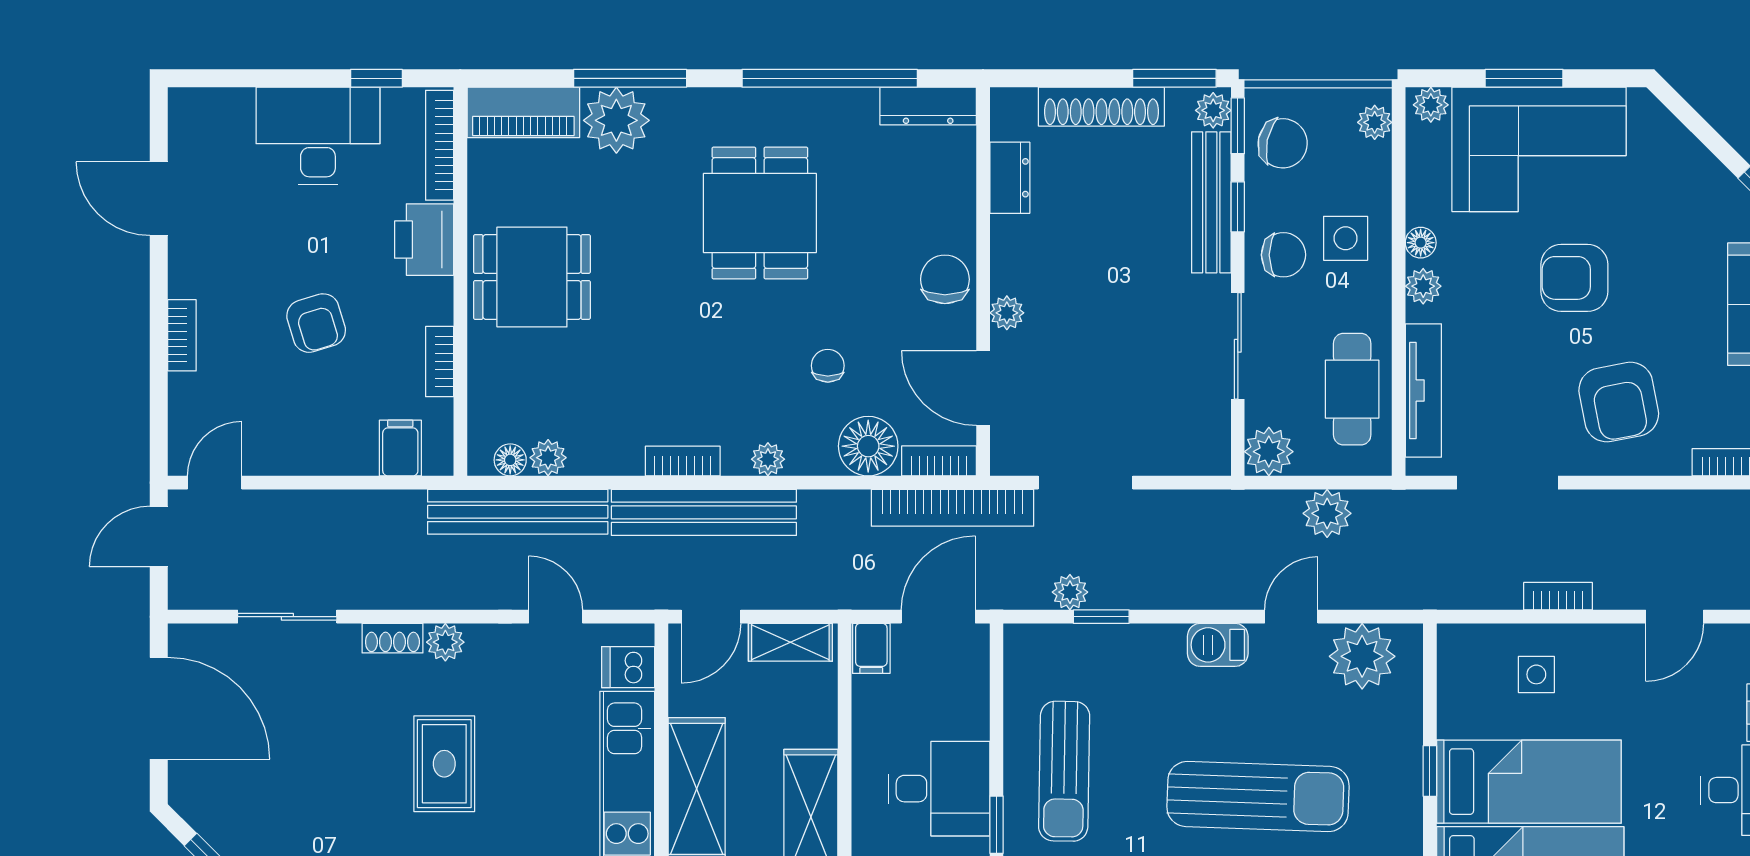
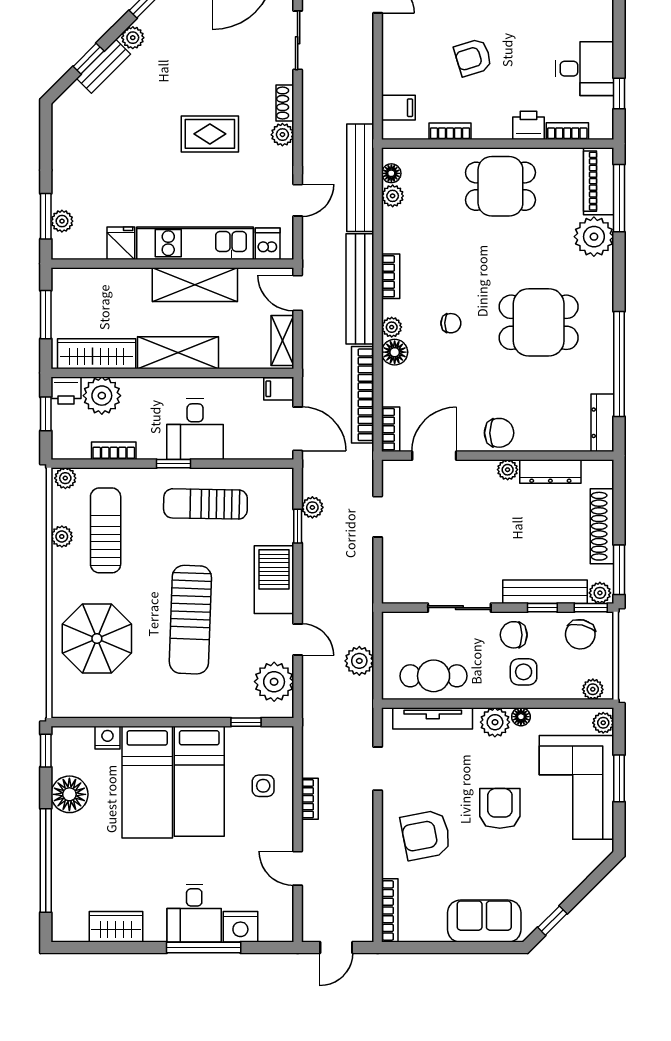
window: (630, 78) -> (619, 198), moved
desk: (318, 136) -> (585, 69), width x0.73
bookcase: (440, 145) -> (567, 131), width x0.64
dresser: (1010, 178) -> (550, 471), width x1.44
printer: (424, 240) -> (528, 125), width x0.73, depth x0.81
chair: (1283, 255) -> (514, 635), turned 90
dining table: (532, 277) -> (500, 186), turned 90
plant: (1423, 286) -> (495, 722), width x1.38, depth x1.38
plant: (1007, 313) -> (508, 470), moved
chair: (828, 366) -> (451, 323), moved
floor lamp: (868, 446) -> (395, 352), moved, width x0.73, depth x0.73
plant: (1269, 452) -> (396, 626), removed
doorway: (1086, 483) -> (378, 517), width x0.73
doorway: (1507, 483) -> (378, 769), width x0.73
bookcase: (953, 508) -> (363, 395), moved
barbecue: (1218, 645) -> (274, 580), width x1.88, depth x1.53
window: (1430, 771) -> (246, 722), moved

